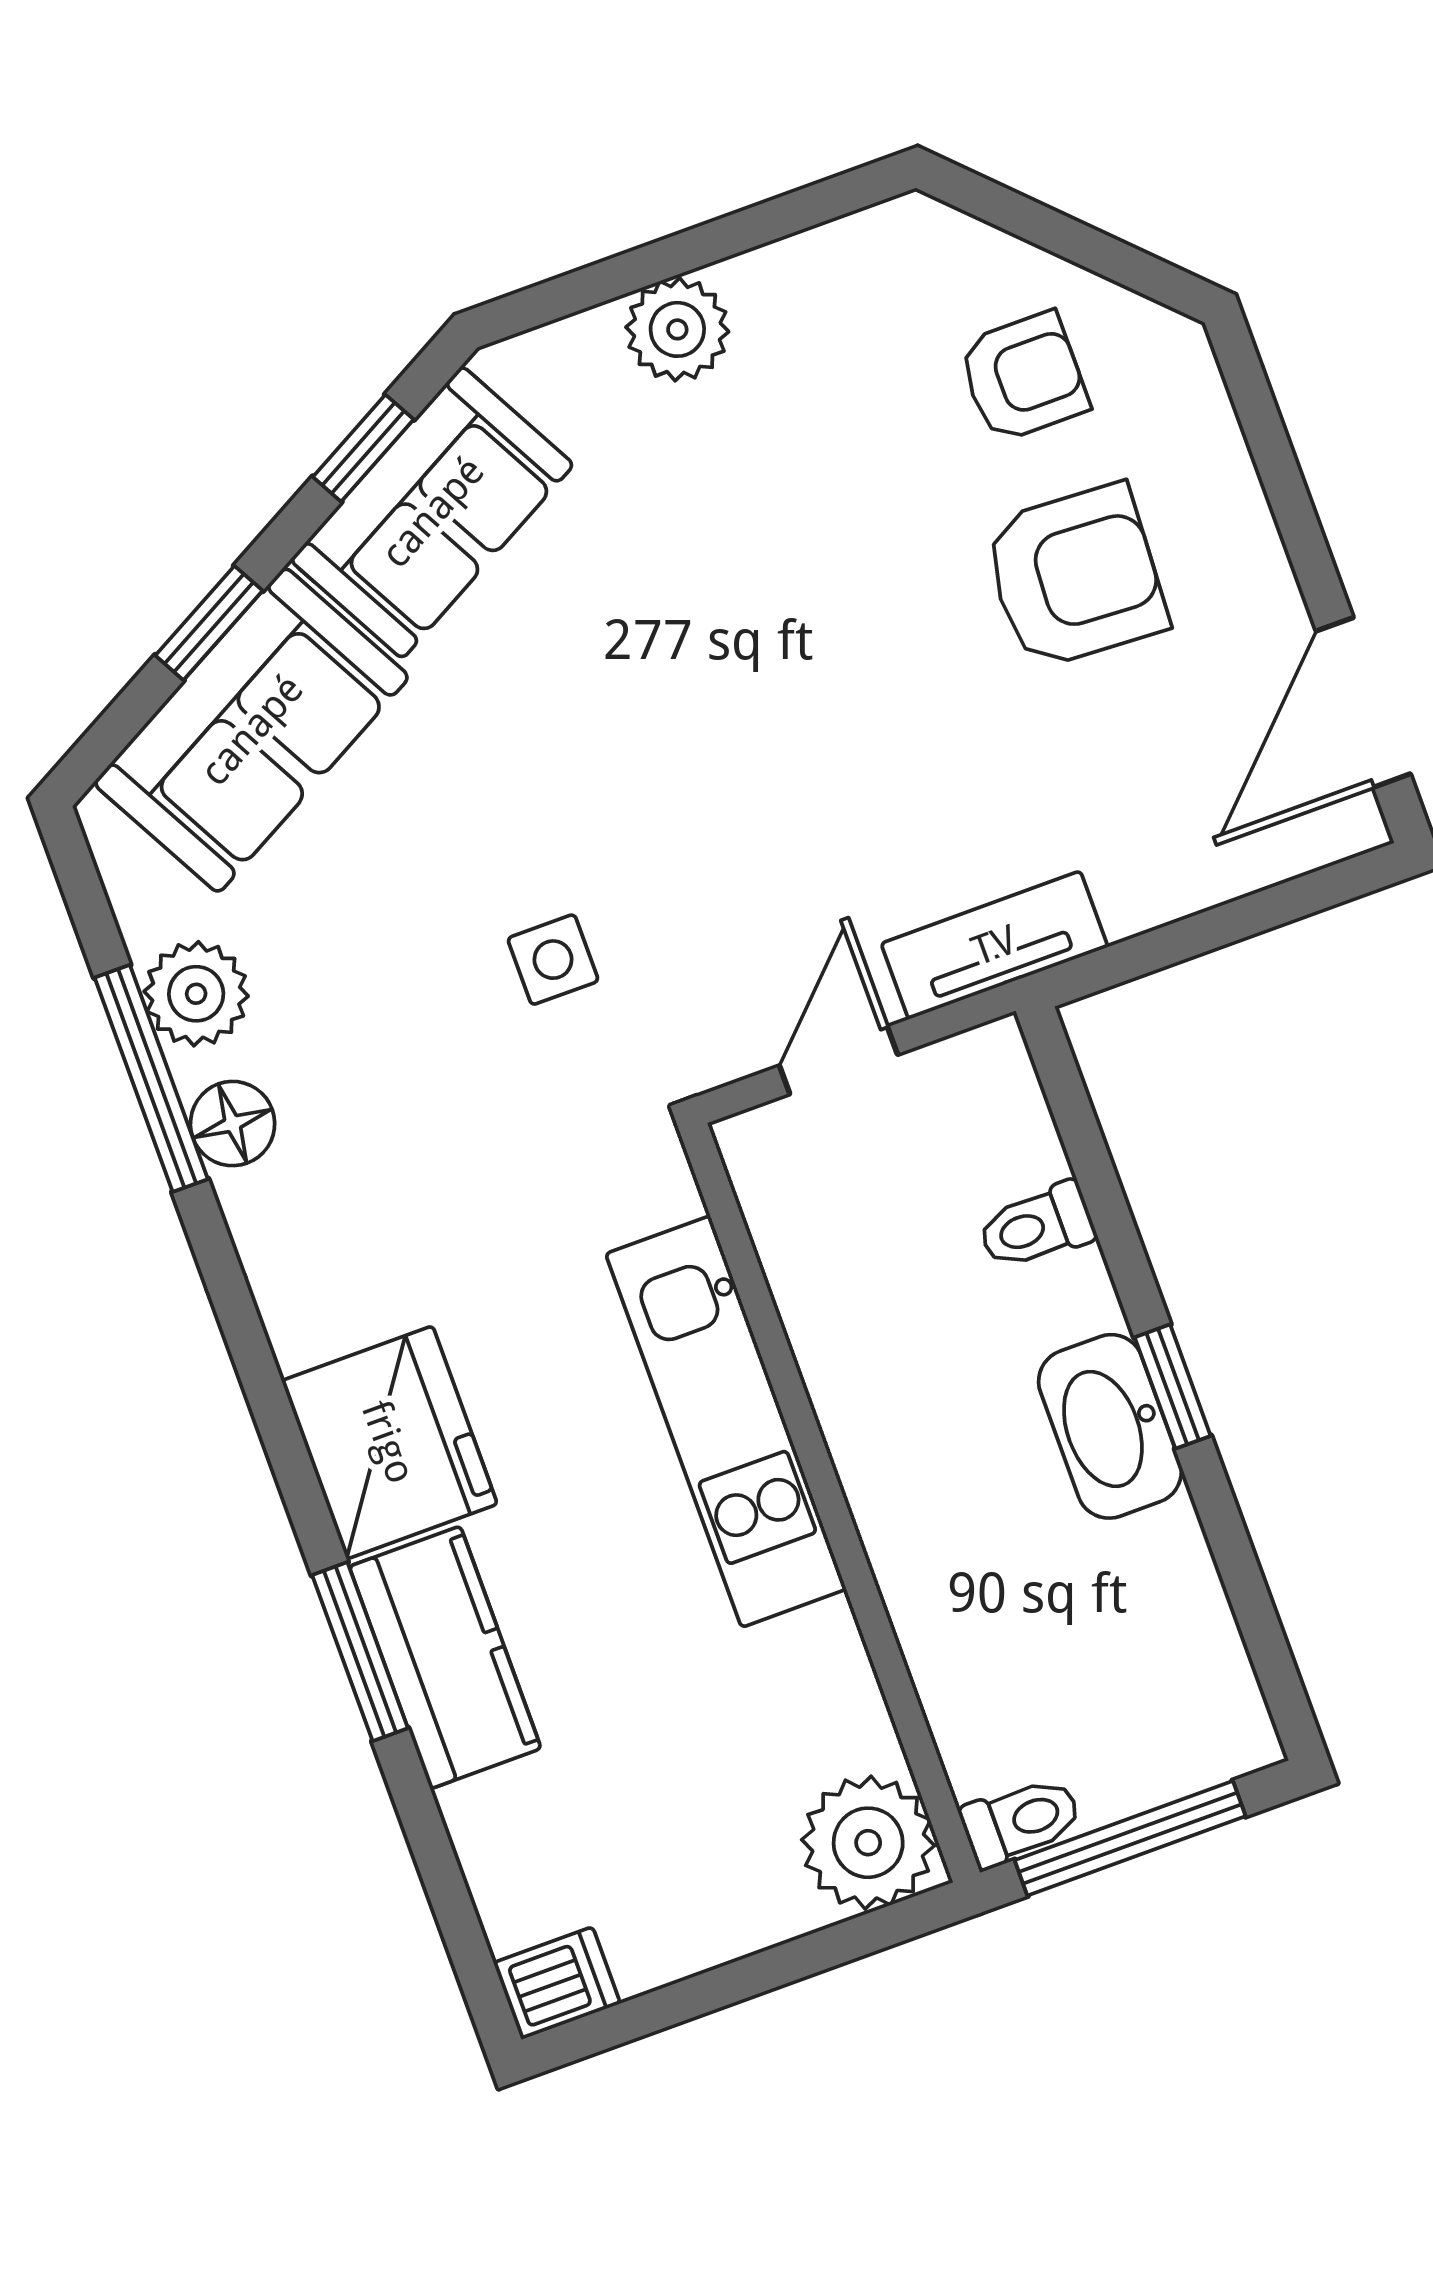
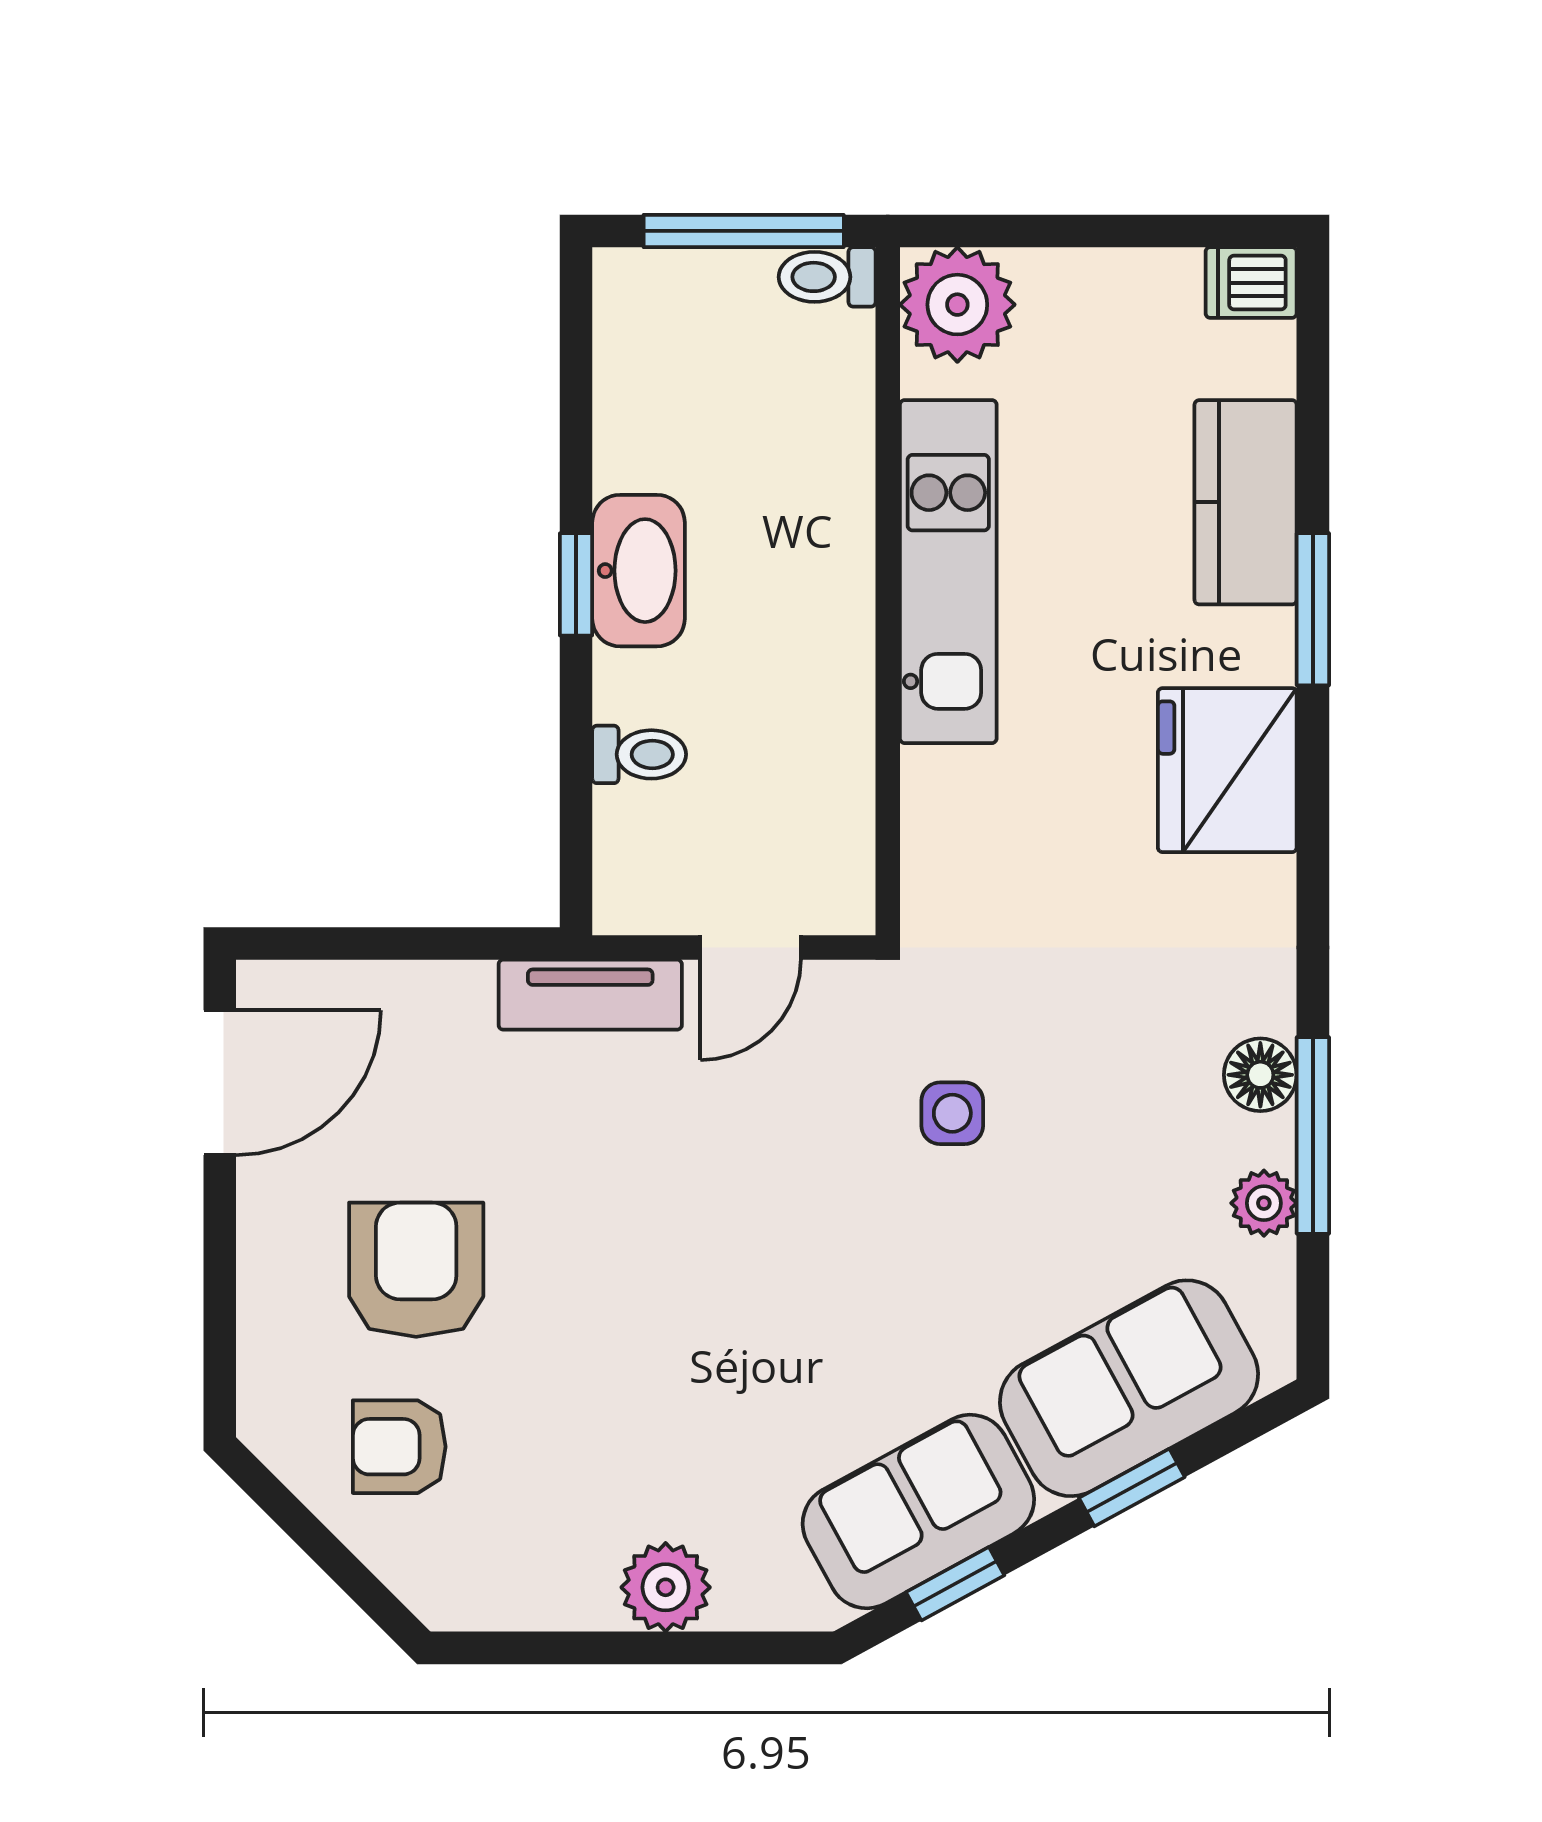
armchair: (1075, 576) -> (416, 1270), turned 87
plant: (196, 994) -> (1264, 1203), width x0.73, depth x0.73
kitchen unit: (726, 1421) -> (948, 572), moved
kitchen counter: (445, 1657) -> (1246, 502), moved

